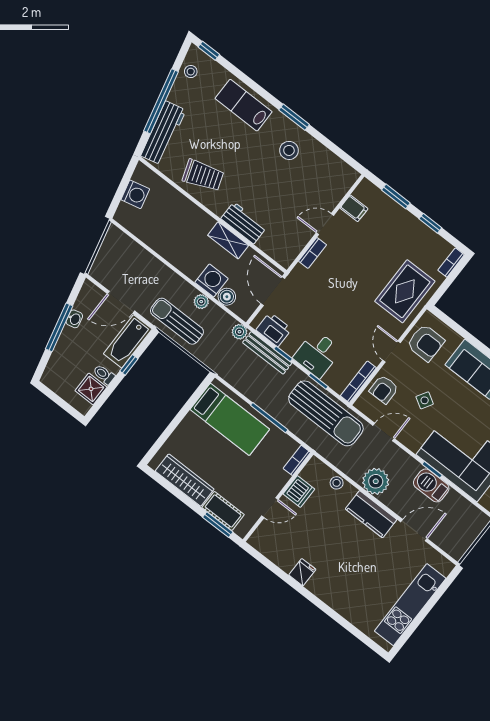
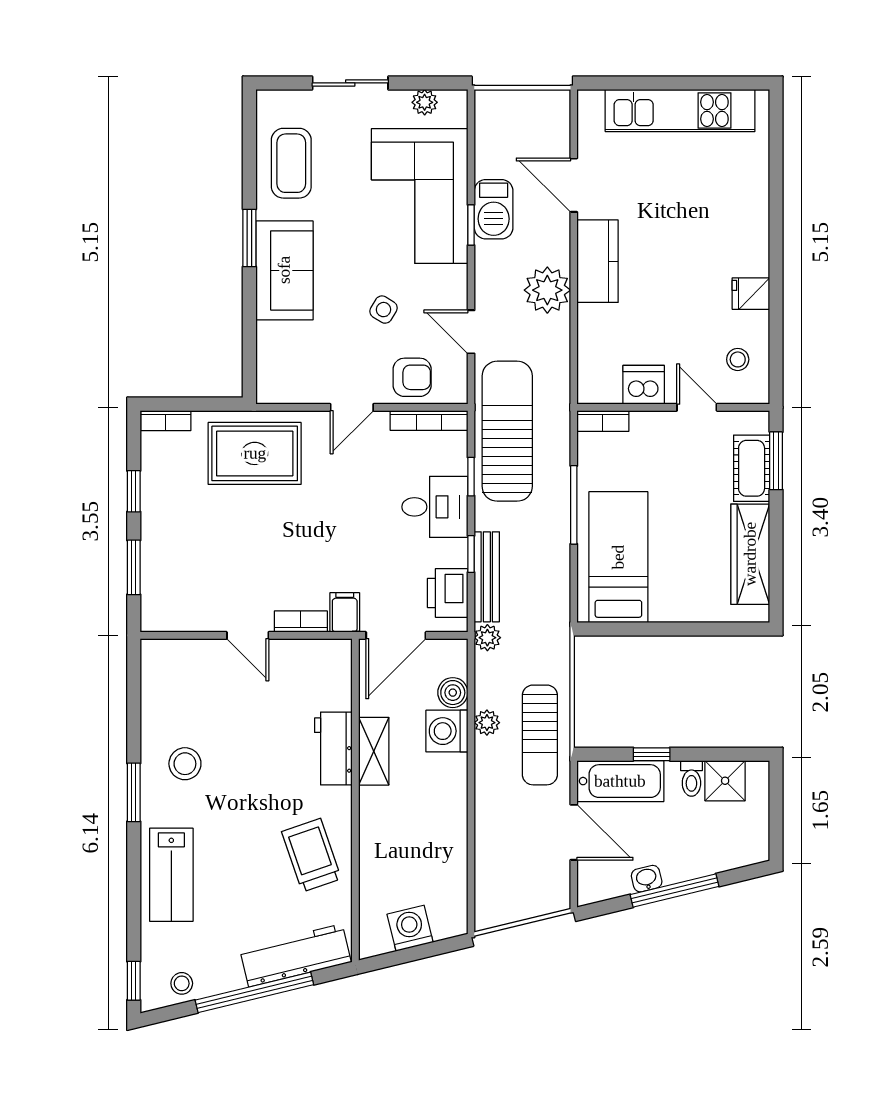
filing cabinet: (354, 208) -> (345, 612), moved
armchair: (426, 343) -> (303, 370), removed
stool: (337, 483) -> (738, 359), moved

